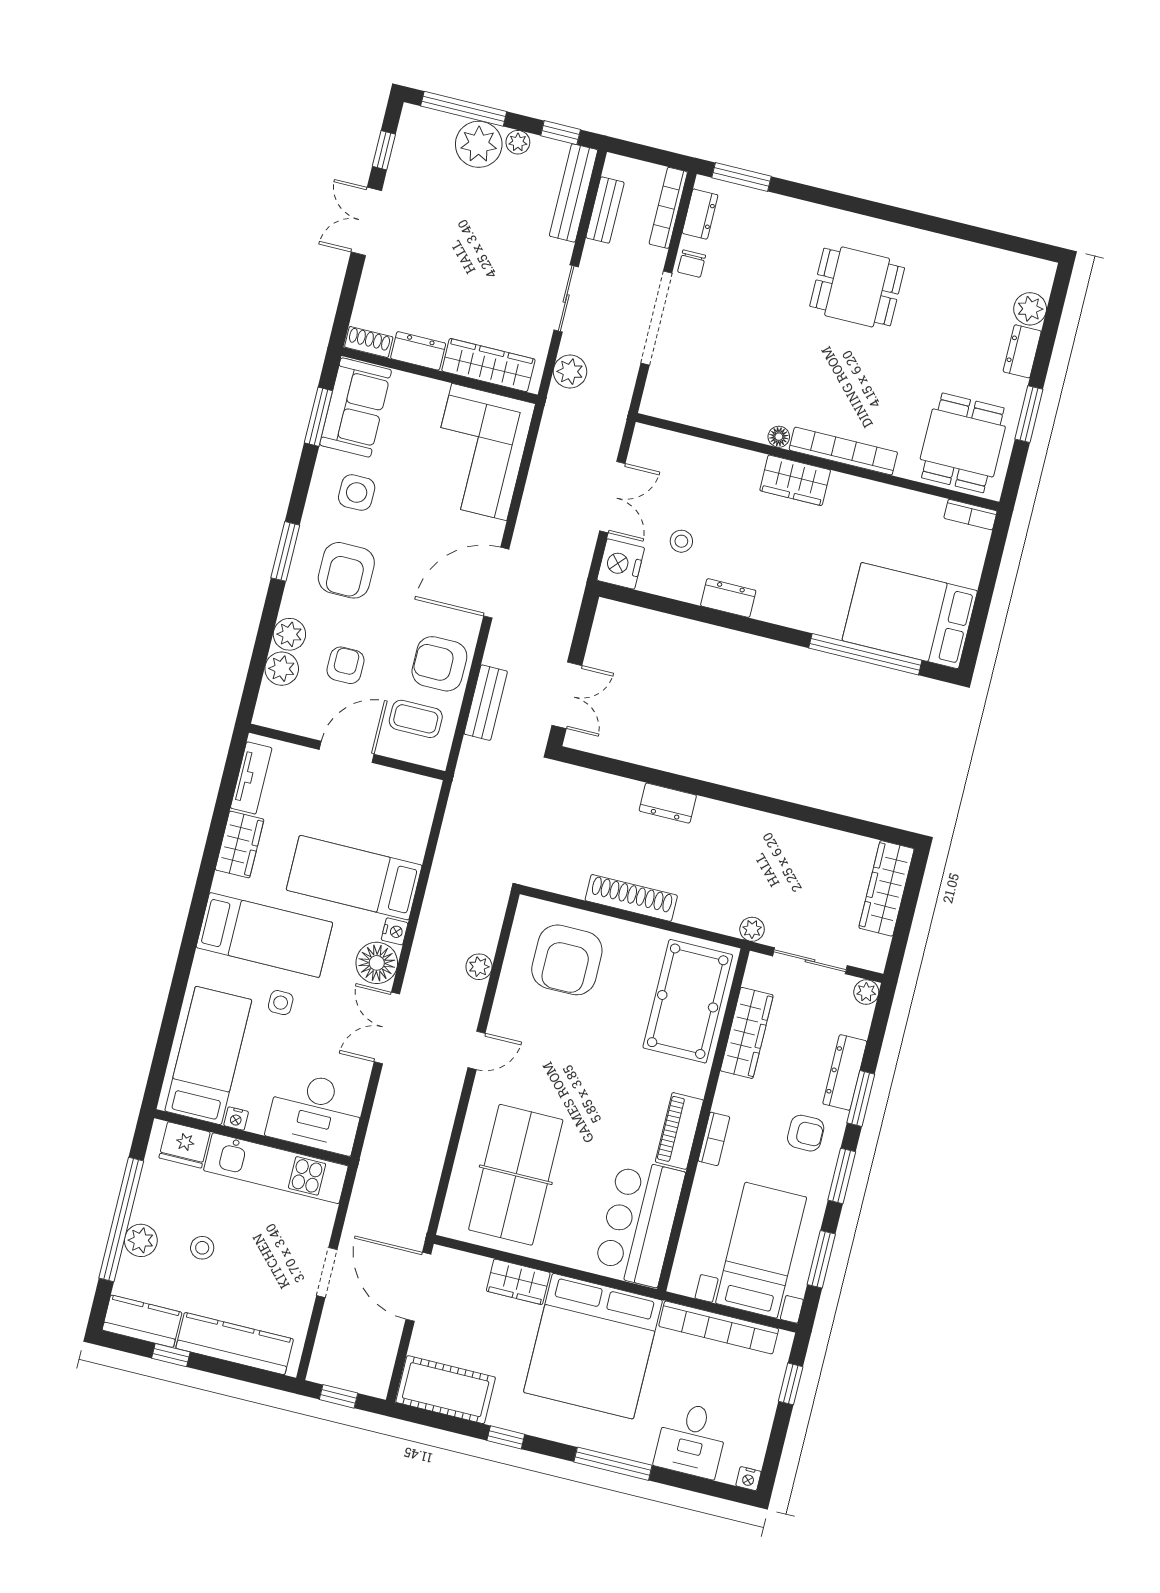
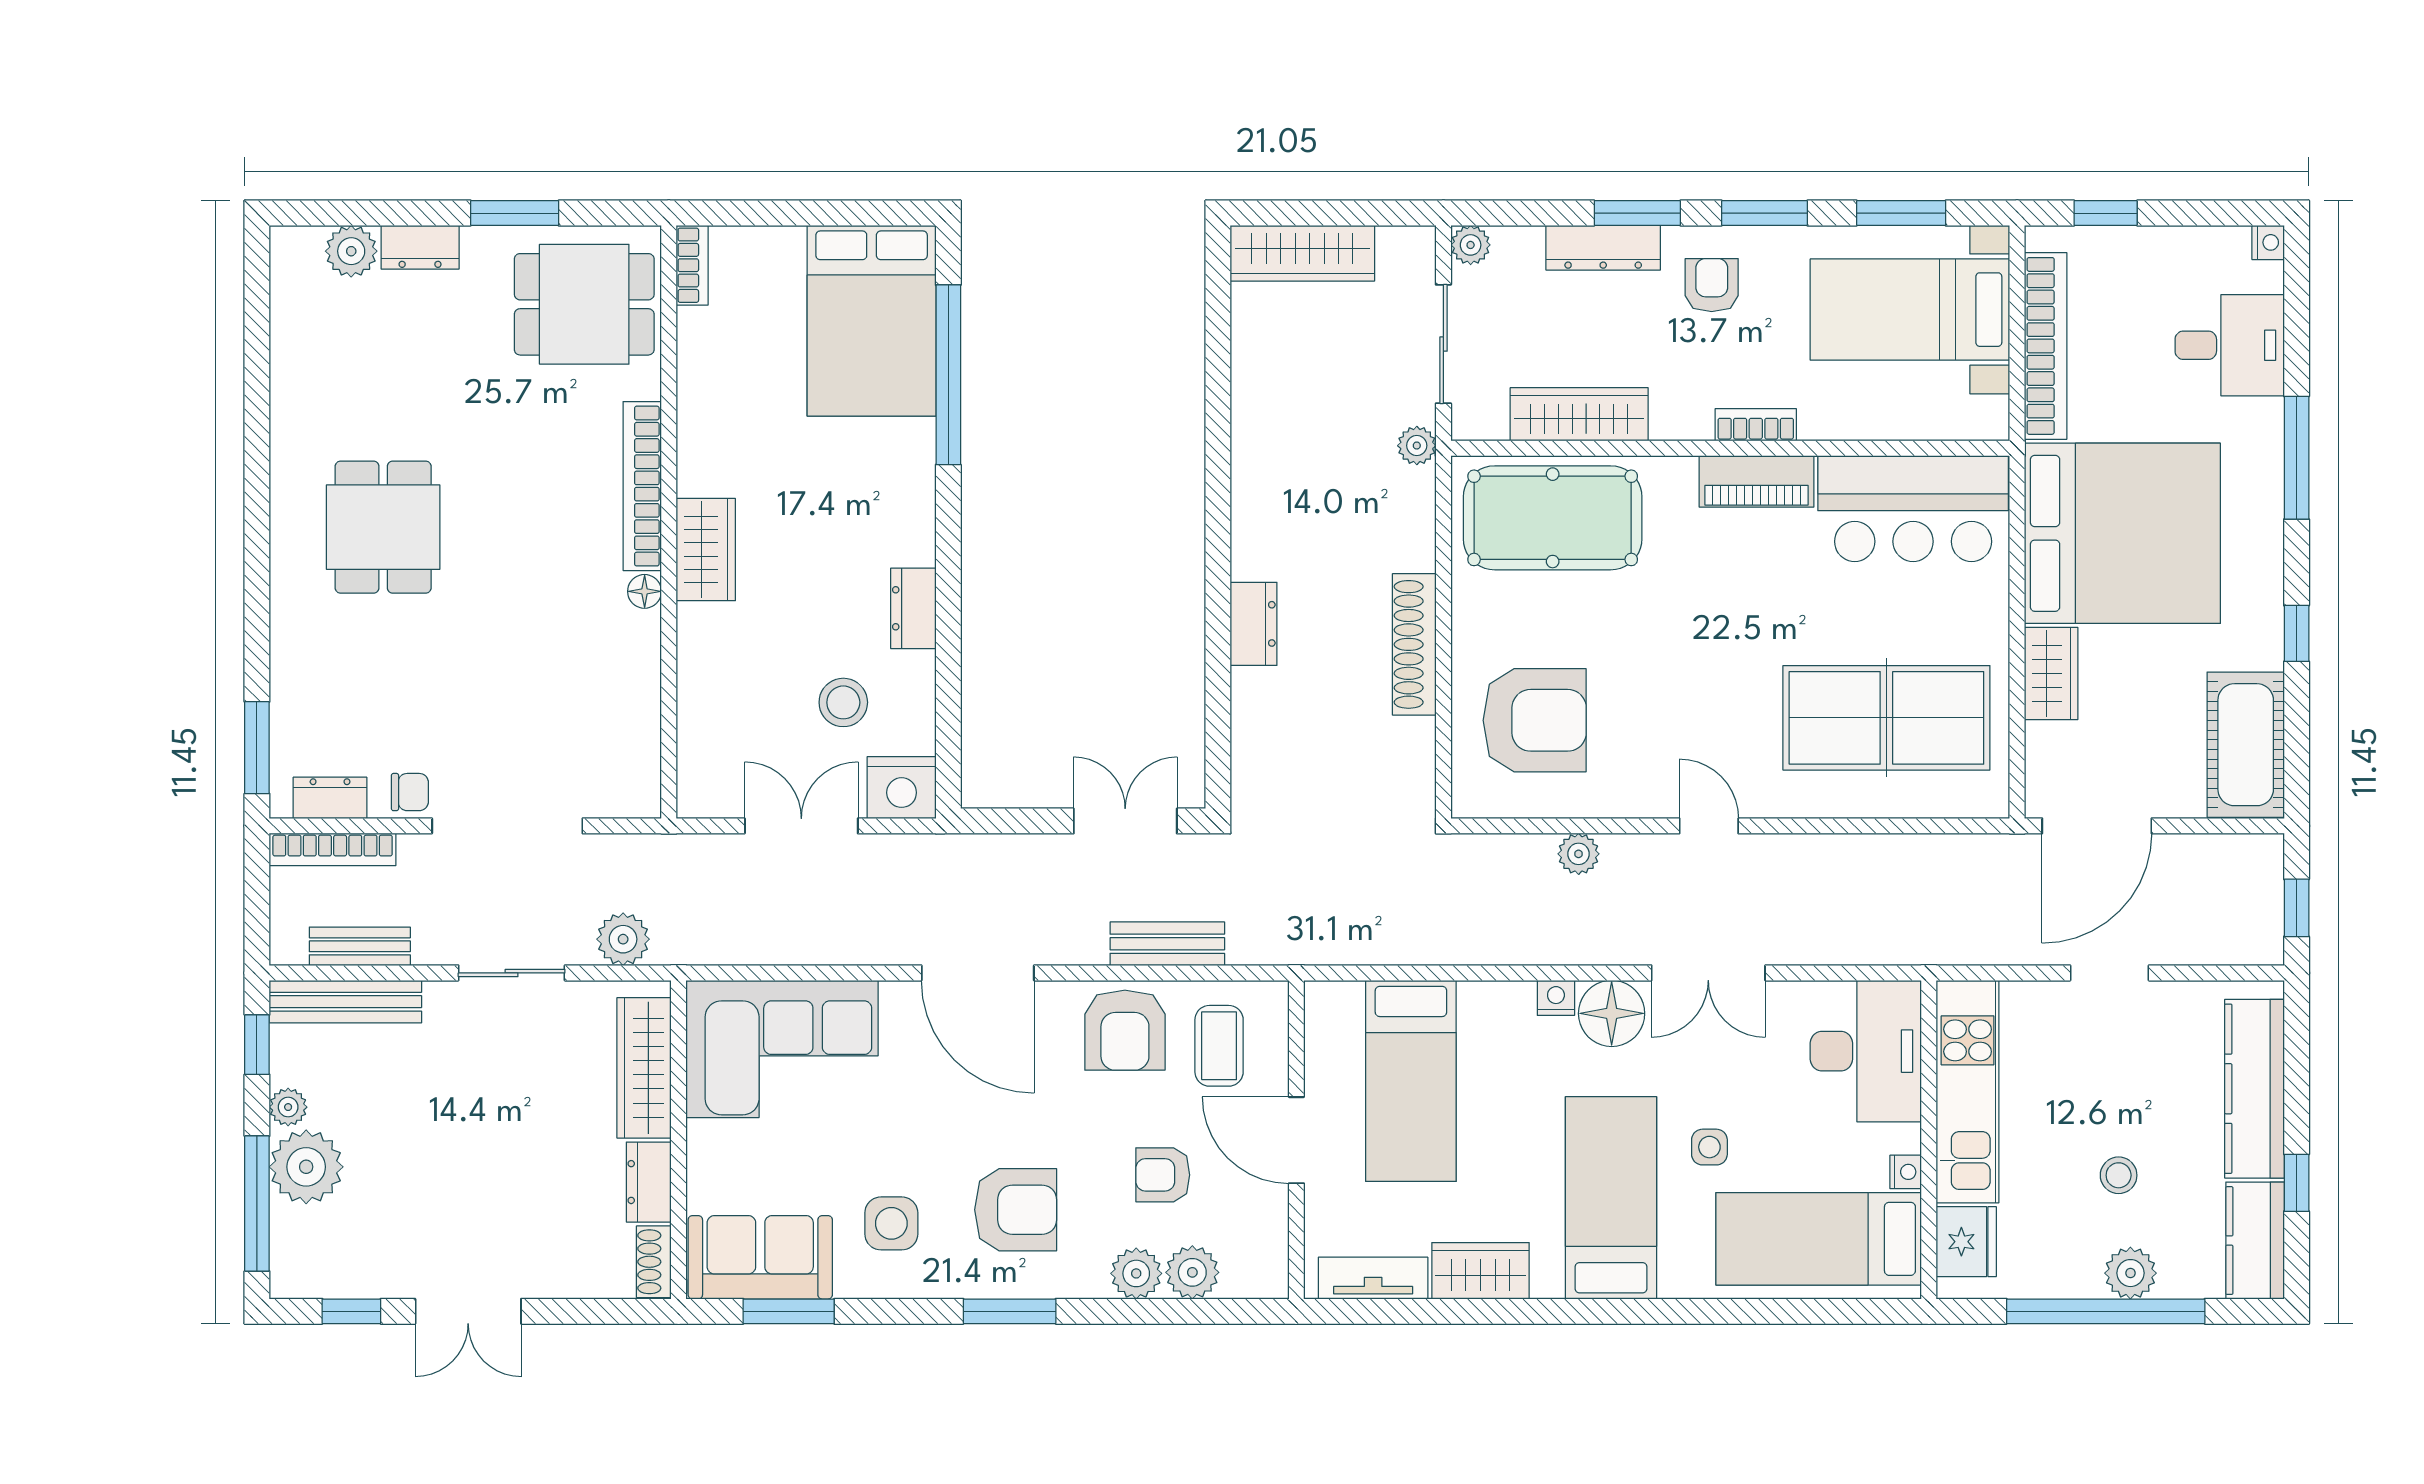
stool: (681, 541) -> (843, 702), width x1.37, depth x1.37
bed: (354, 878) -> (1411, 1081), moved

